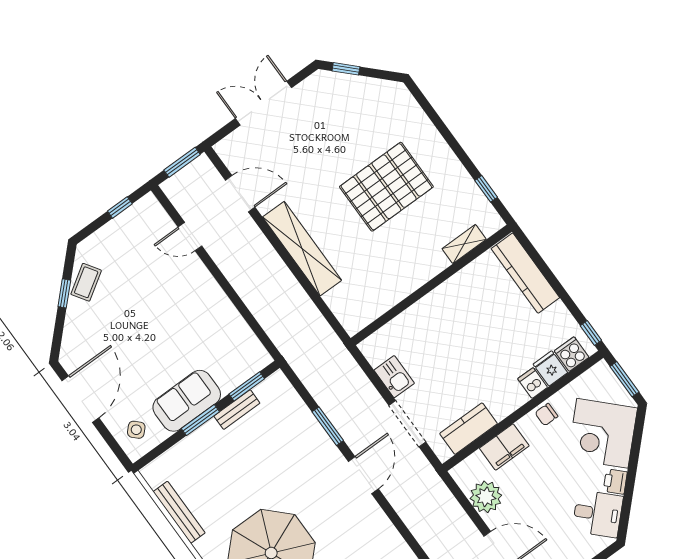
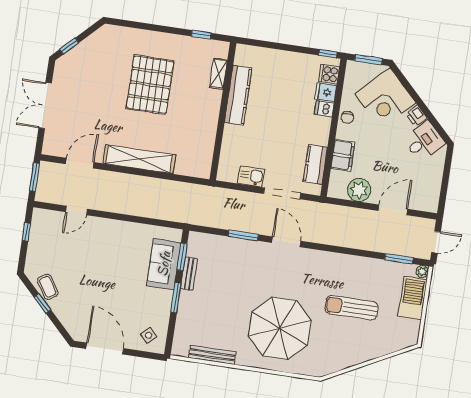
kitchen counter: (525, 273) -> (238, 95), moved, turned -90
sofa: (187, 401) -> (164, 264), moved

